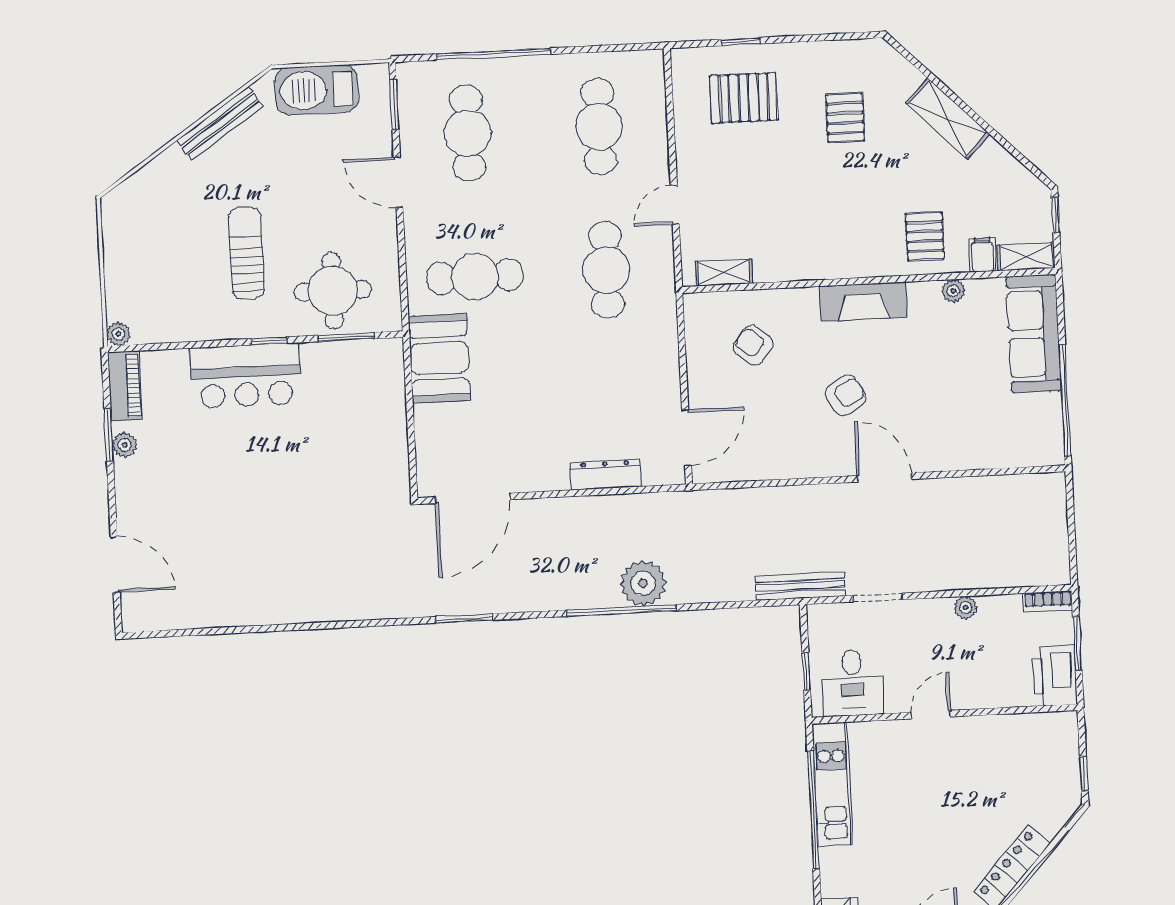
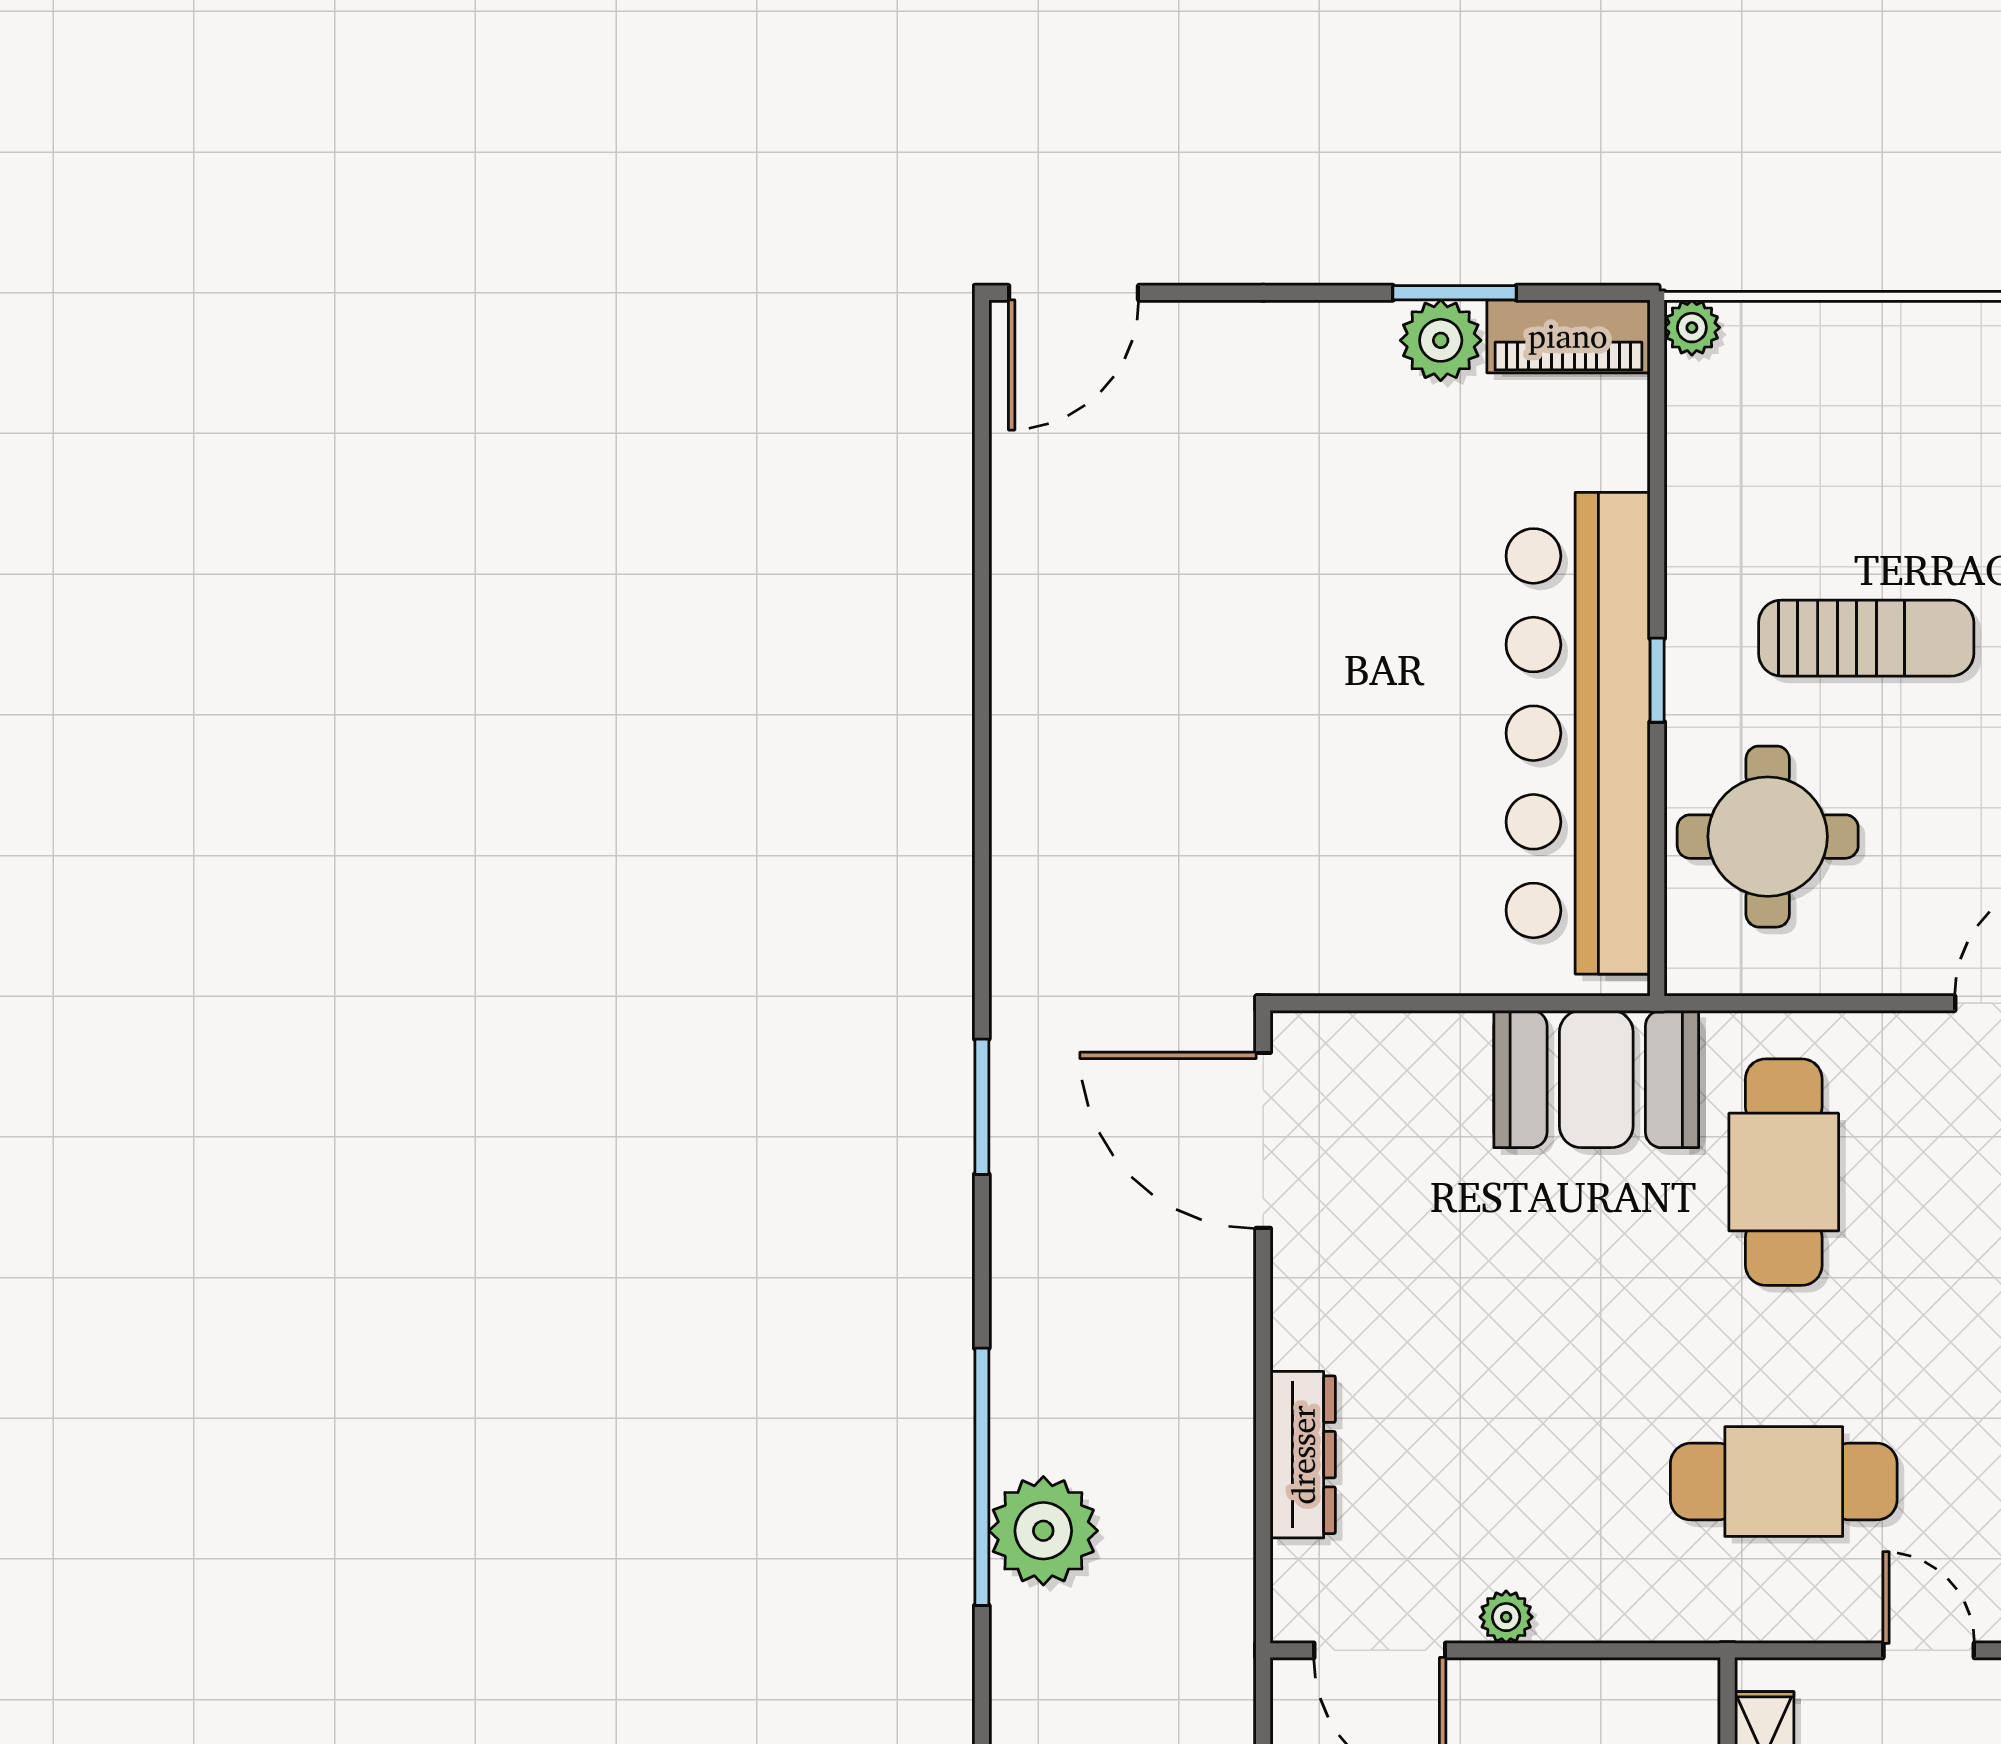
window: (346, 337) -> (1657, 862), removed
bar counter: (246, 376) -> (1578, 733), width x1.86
plant: (670, 385) -> (1506, 1617), added
plant: (125, 445) -> (1441, 340), width x1.38, depth x1.38
door: (115, 564) -> (1074, 293), moved

